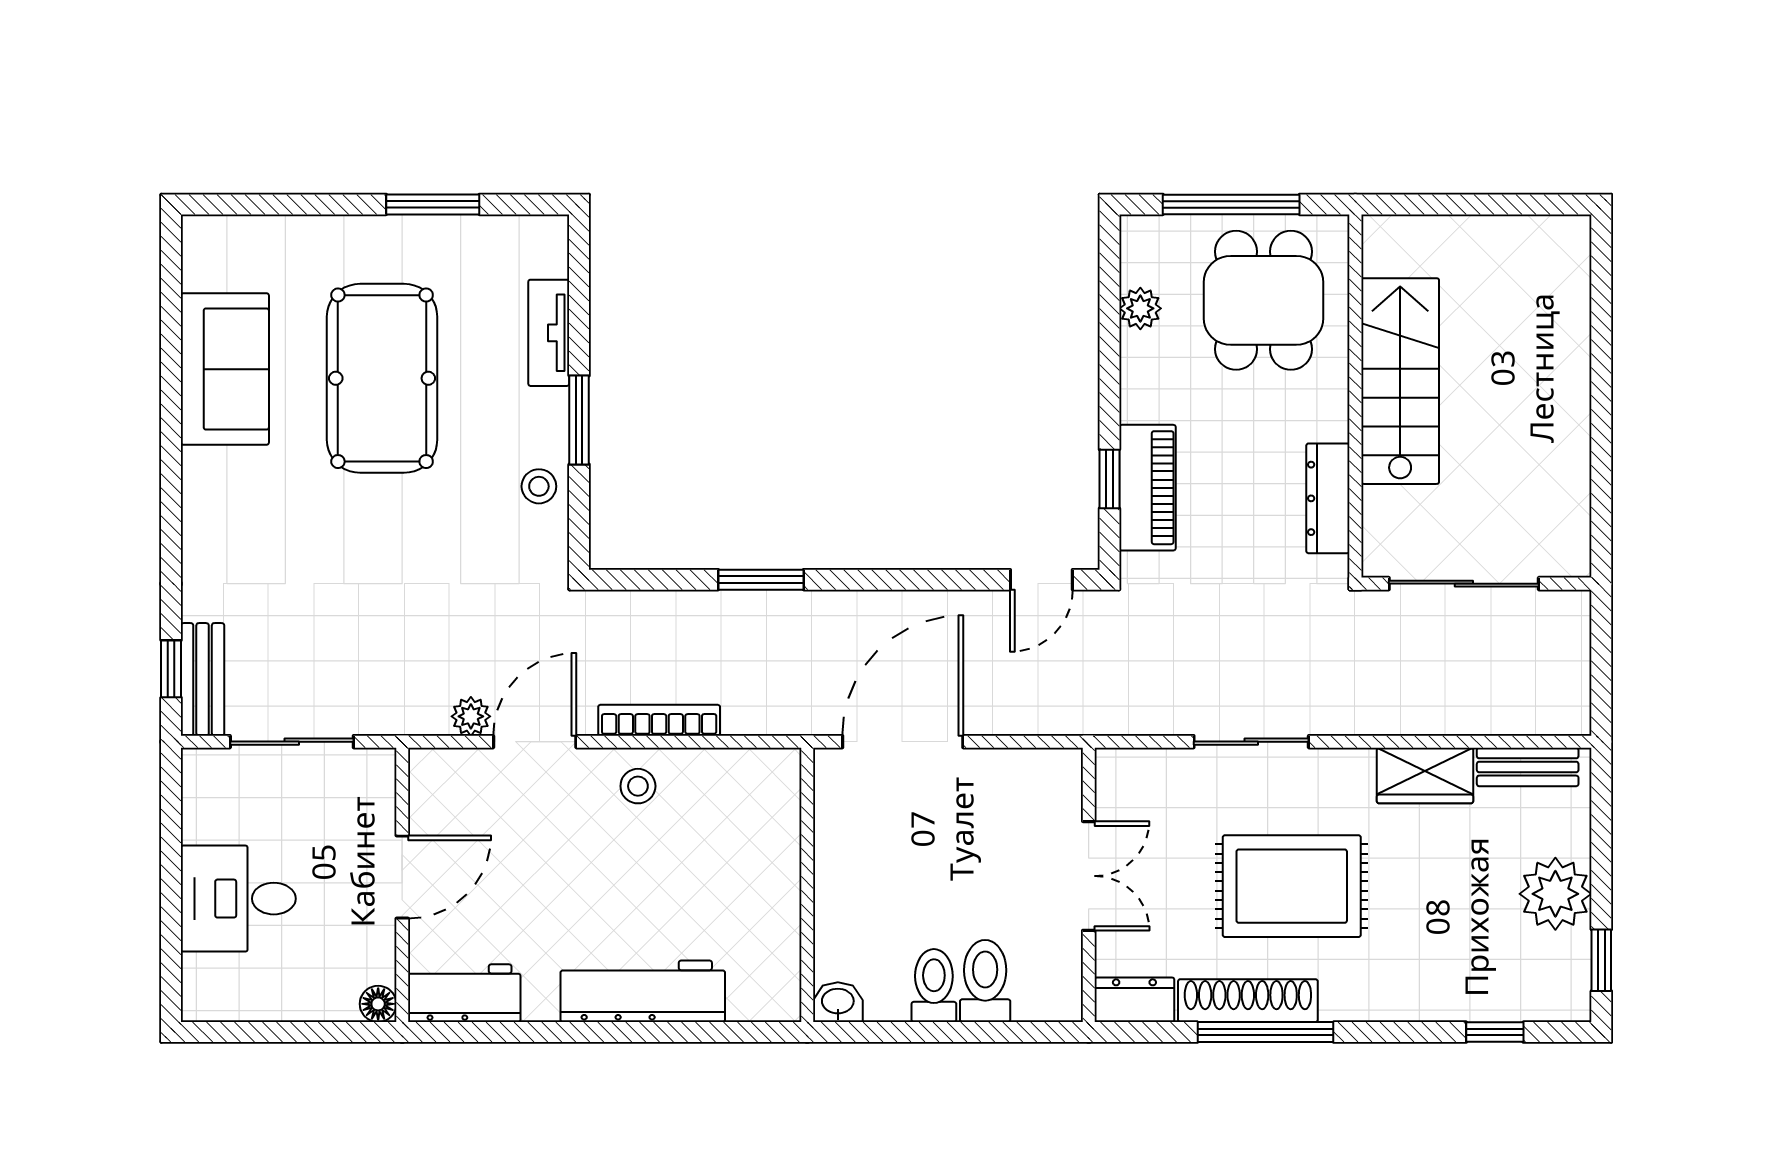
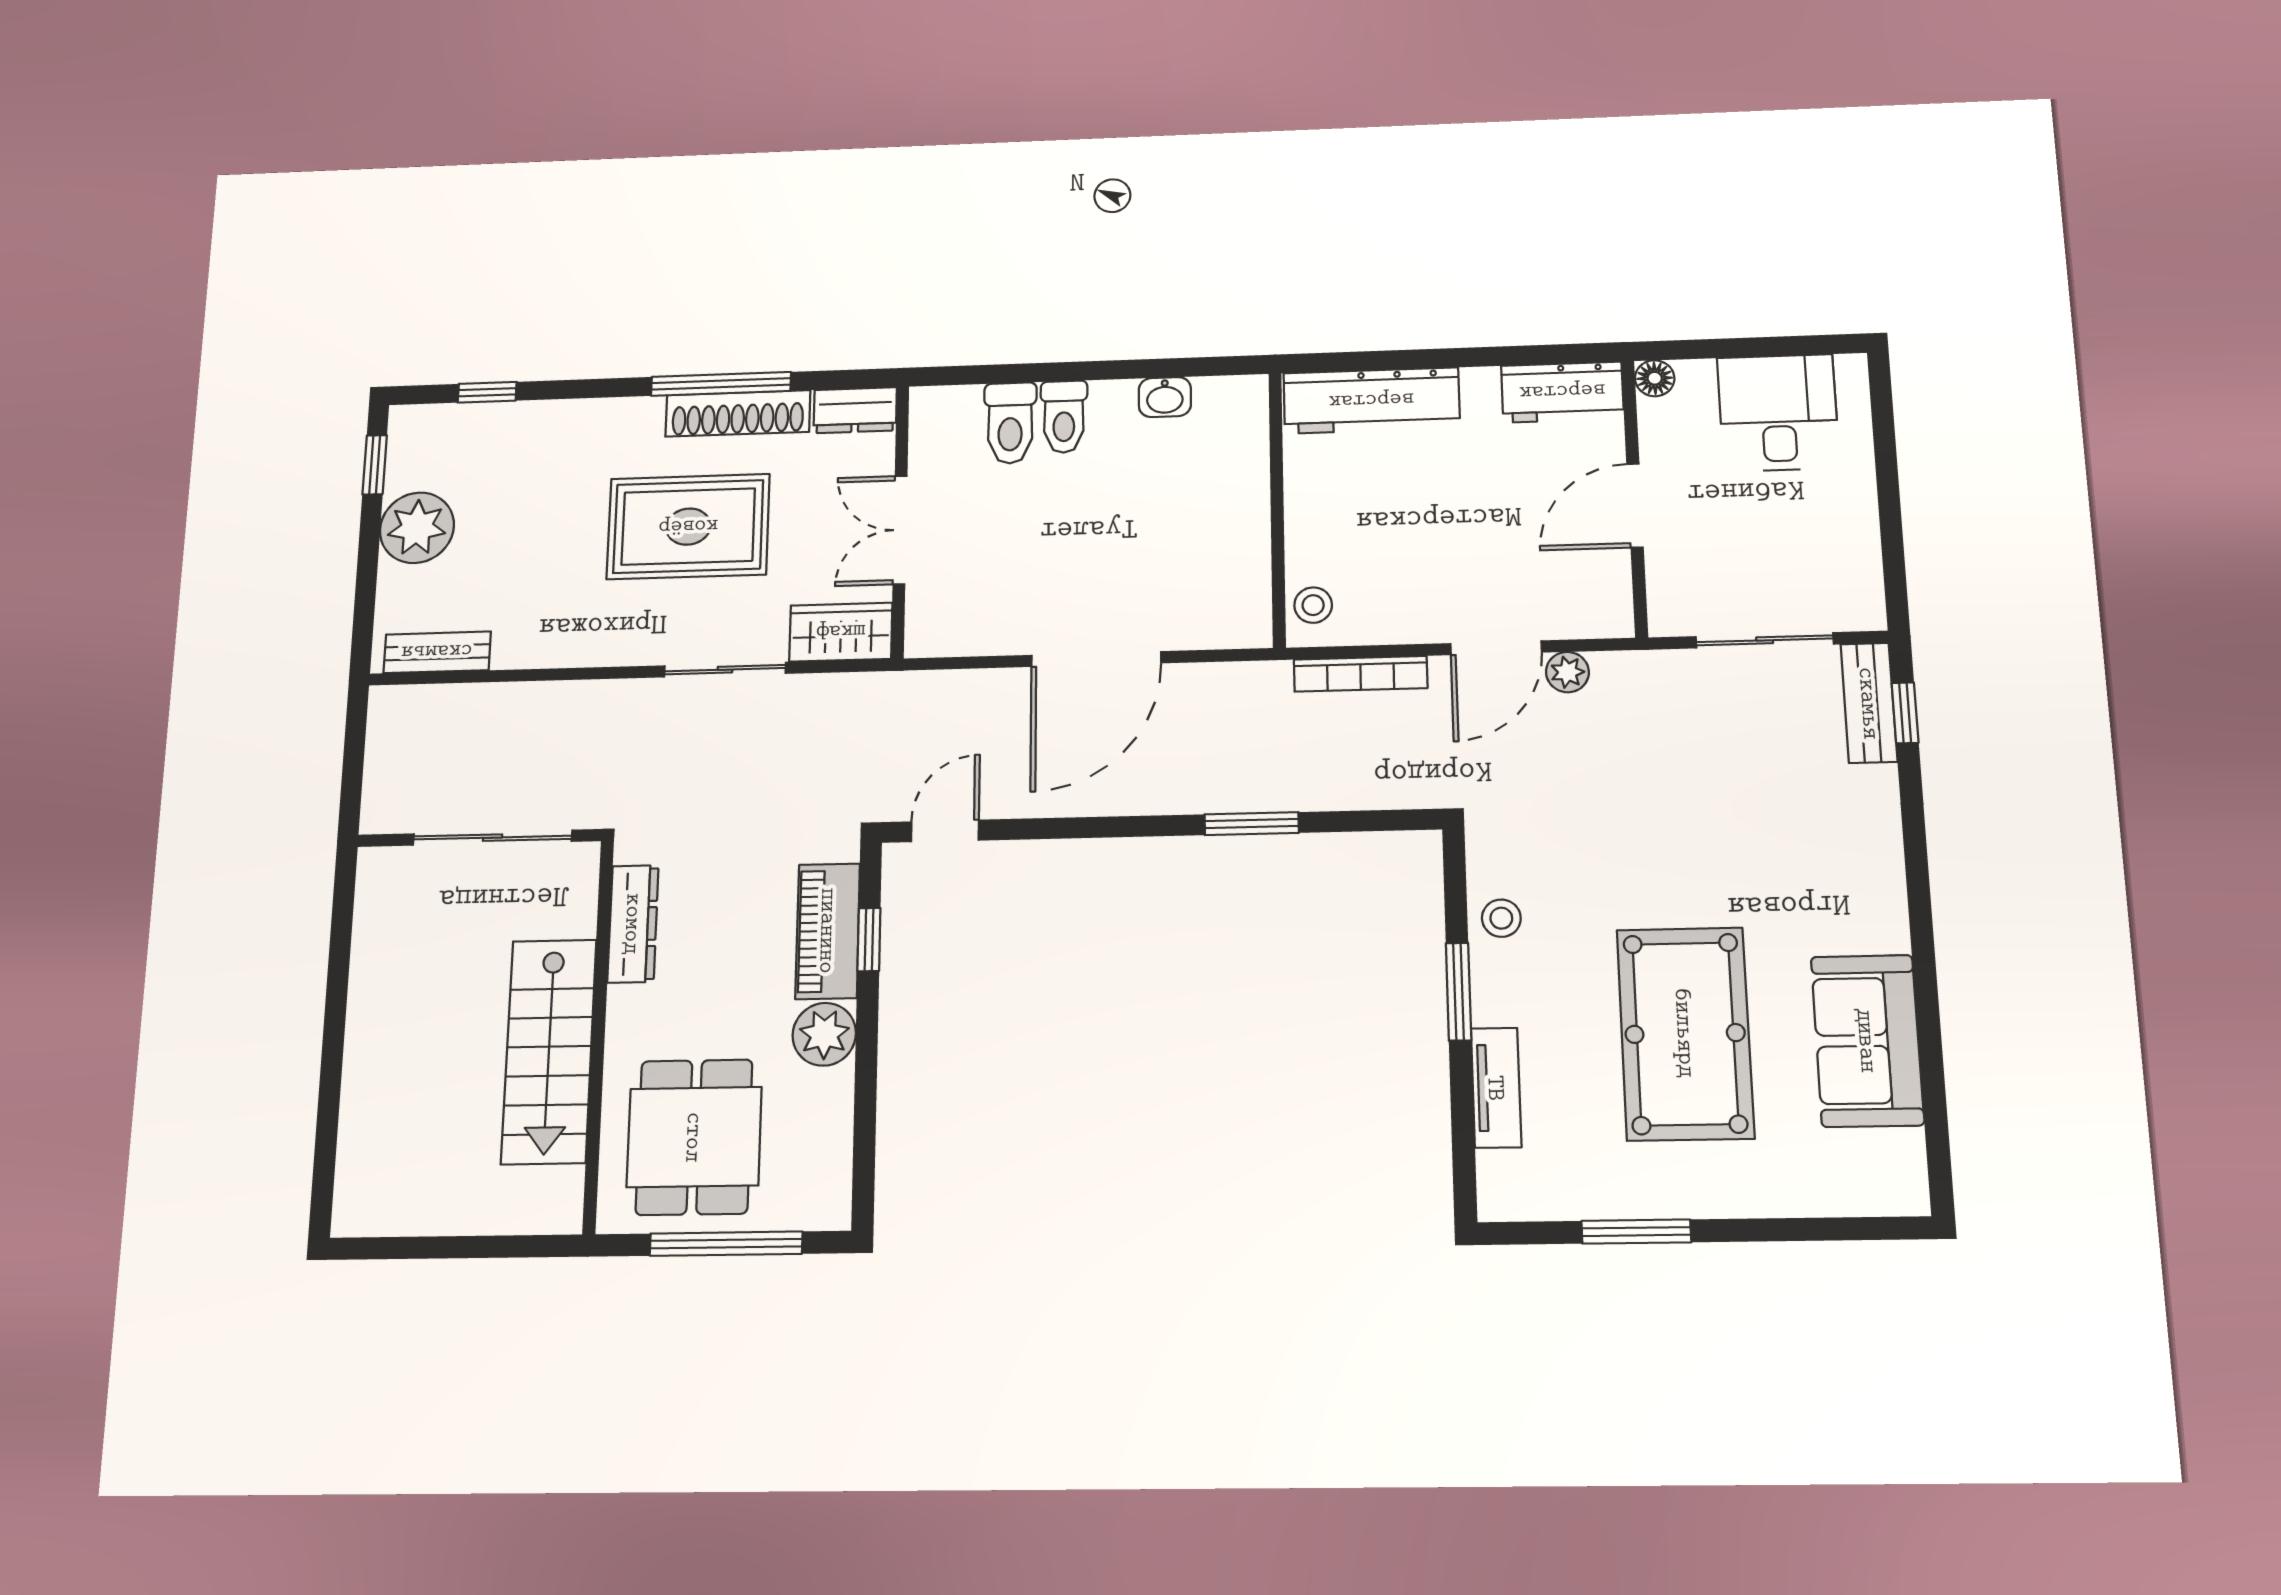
plant: (1140, 308) -> (824, 1034), moved, width x1.38, depth x1.38
wardrobe: (1425, 775) -> (841, 632), moved
stool: (638, 786) -> (1313, 605), moved
wall: (807, 885) -> (1277, 509), moved
desk: (238, 899) -> (1778, 413), moved, turned -90

